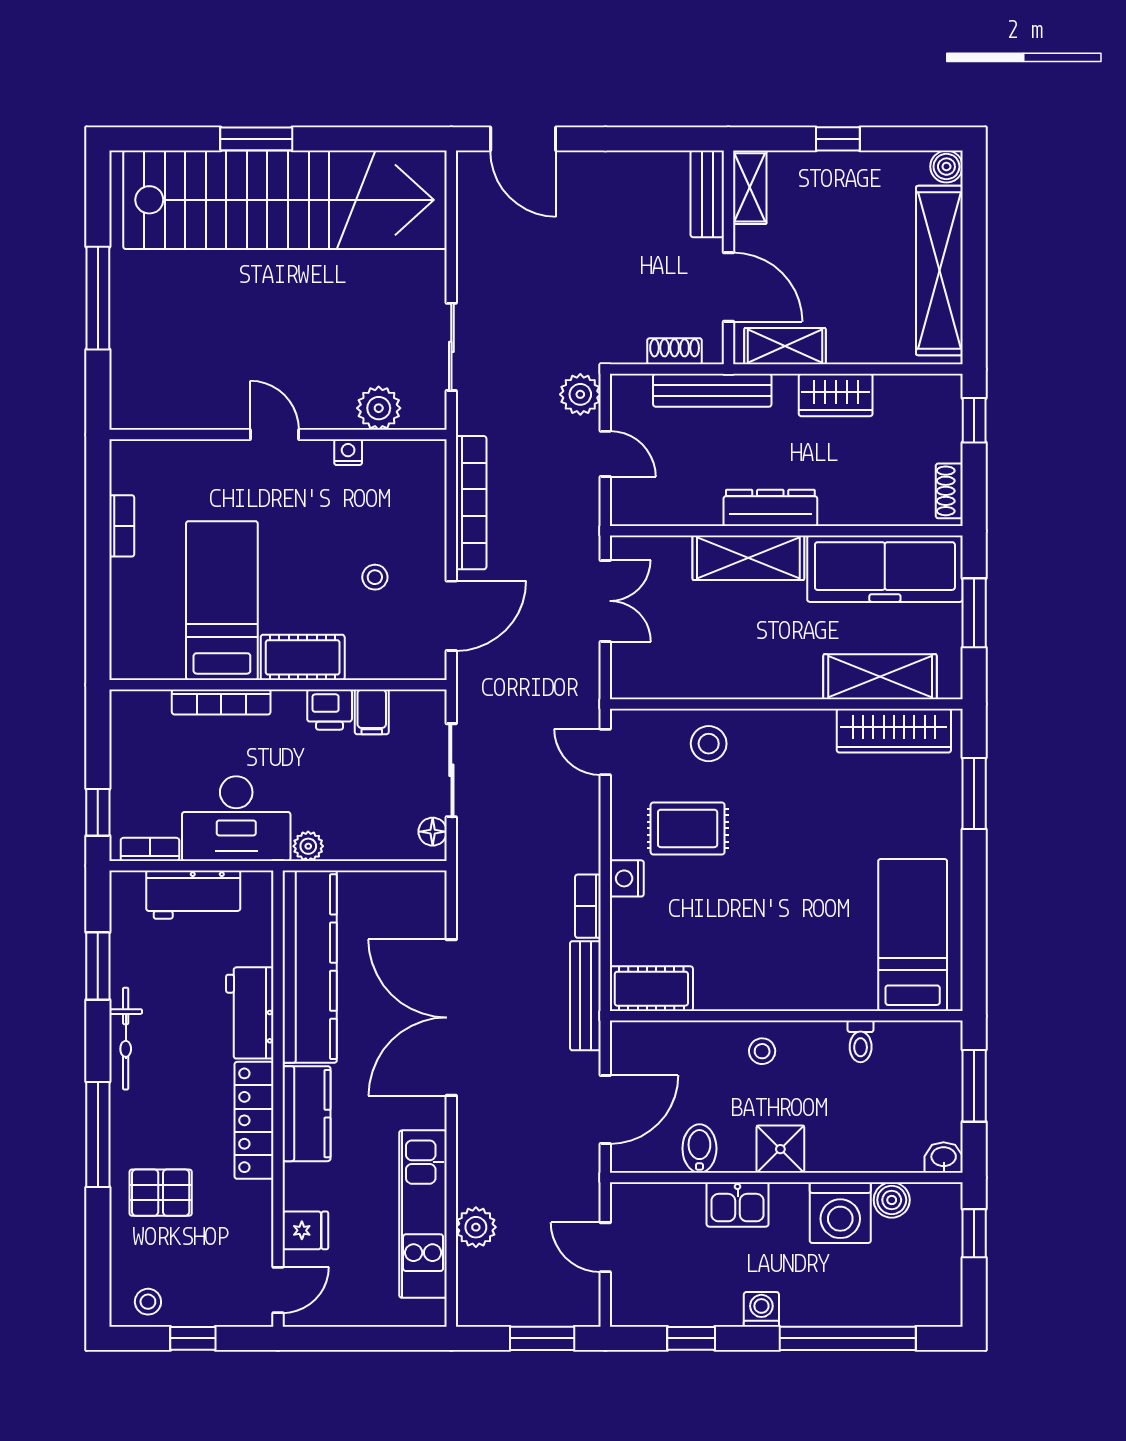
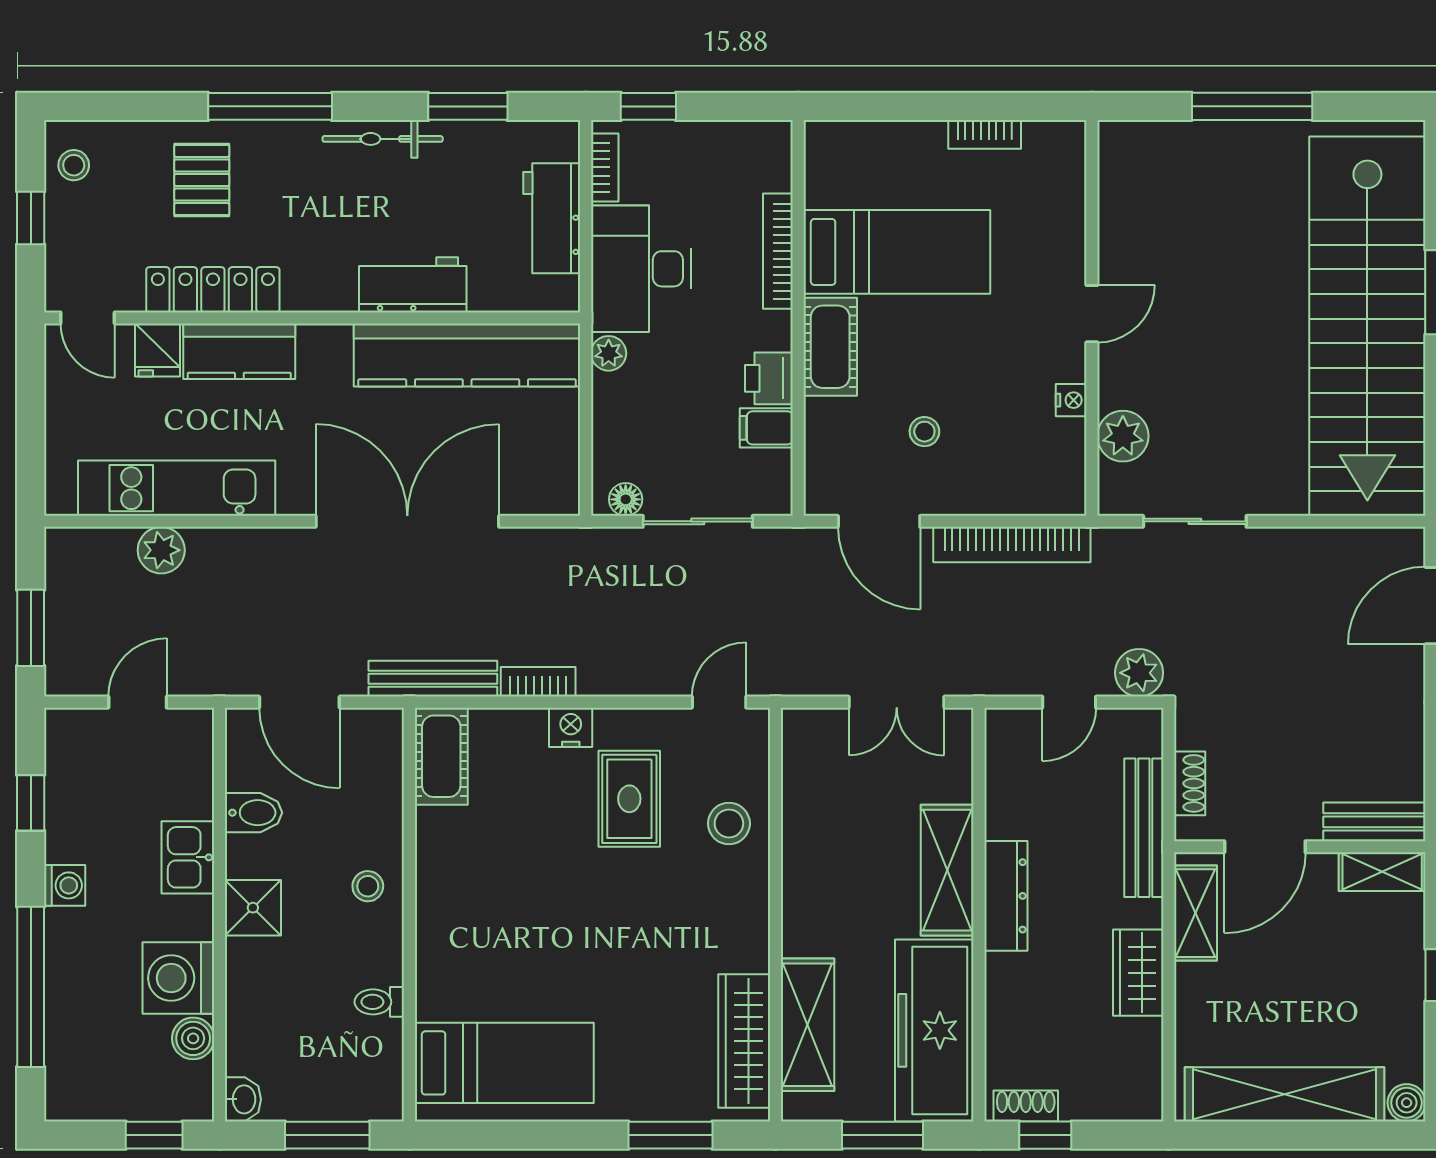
window: (974, 420) -> (1045, 1135), moved
kitchen counter: (306, 1114) -> (239, 351), moved
locker: (254, 1120) -> (213, 290), moved

